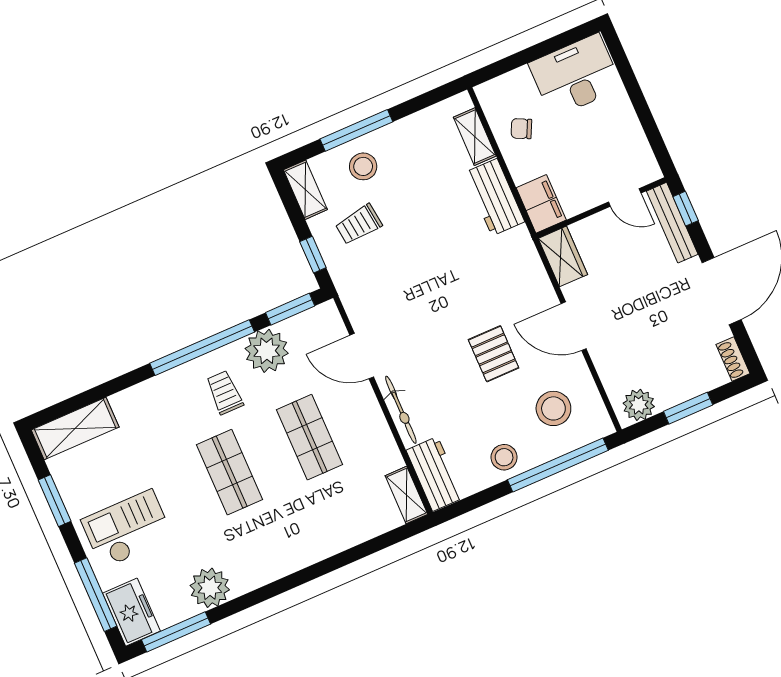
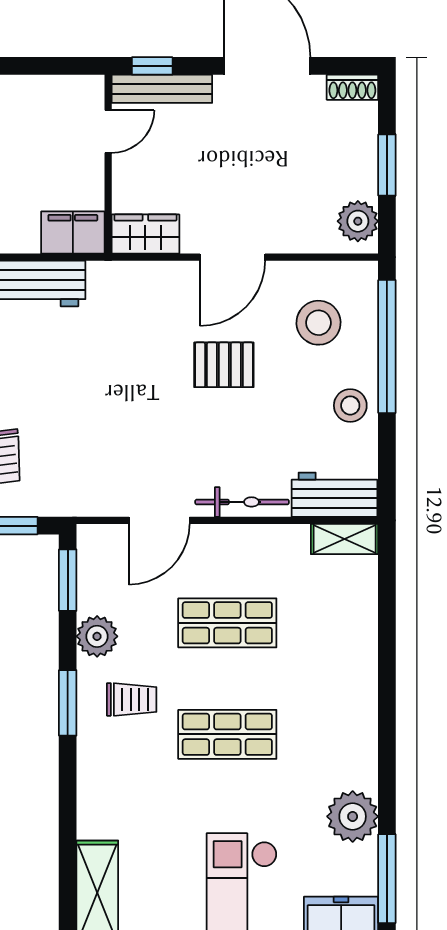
window: (202, 348) -> (68, 703), width x0.47
plant: (267, 351) -> (97, 636), width x0.73, depth x0.73
trolley: (225, 392) -> (132, 699), turned 180

